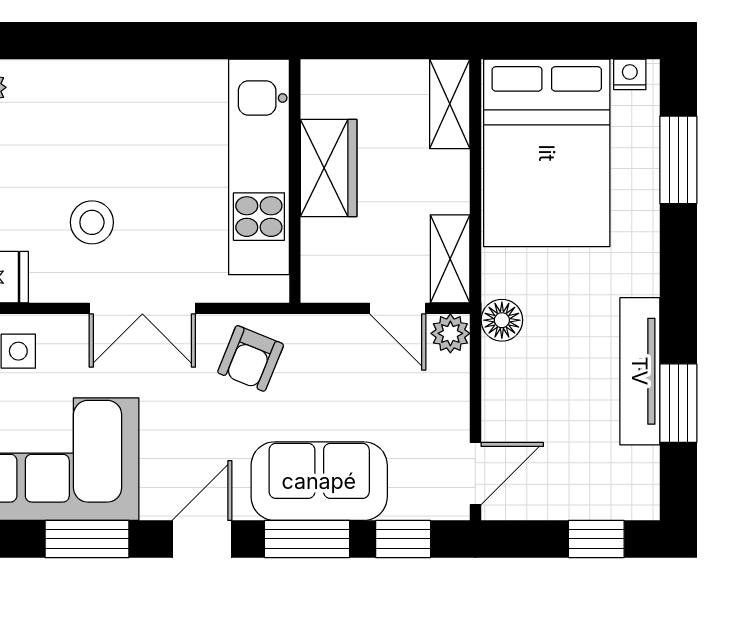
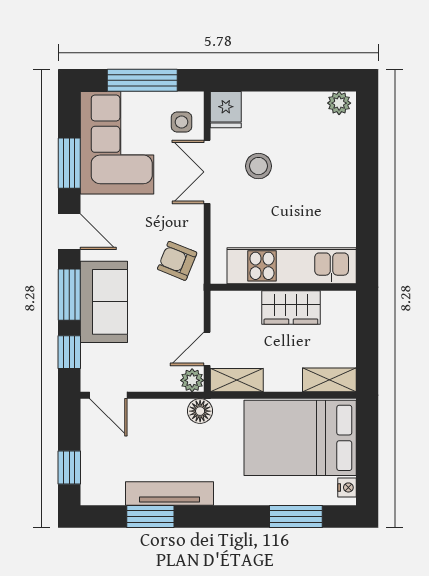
double door: (142, 308) -> (207, 172), moved

